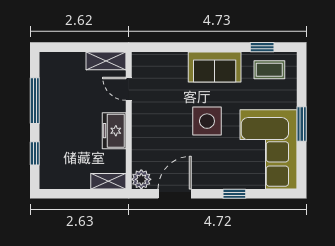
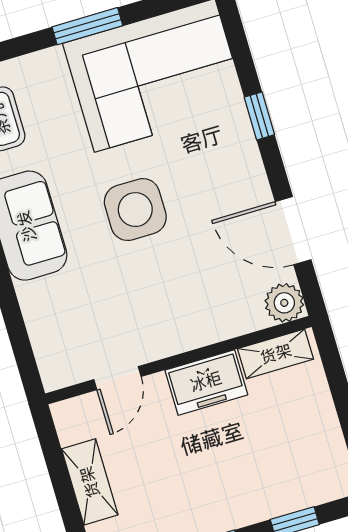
shelving: (106, 61) -> (90, 482), moved
shelving: (108, 181) -> (276, 354), moved, turned 90

